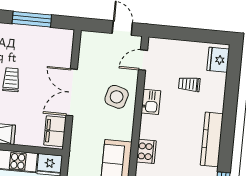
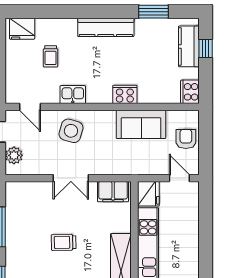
plant: (98, 40) -> (14, 155), added
double door: (72, 92) -> (71, 178), width x0.73

